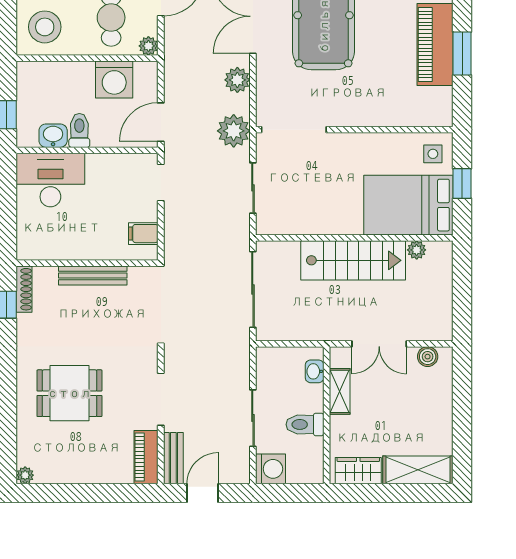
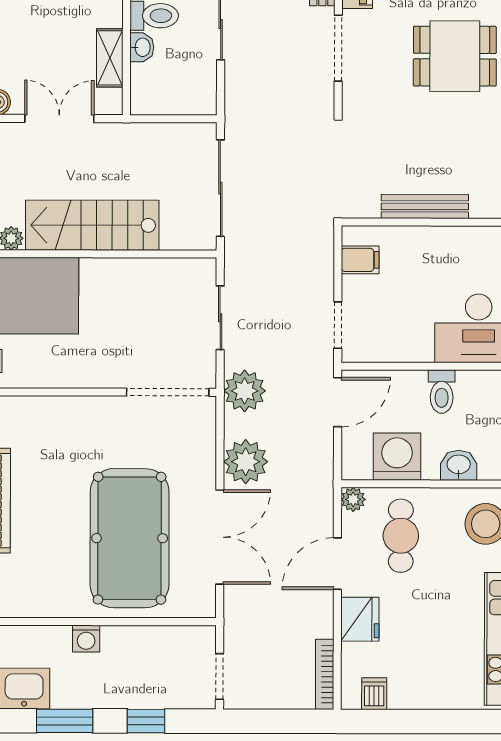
plant: (237, 80) -> (246, 462), width x1.36, depth x1.36
washbasin: (53, 136) -> (459, 465), moved, turned 180
washbasin: (315, 371) -> (142, 47), moved

